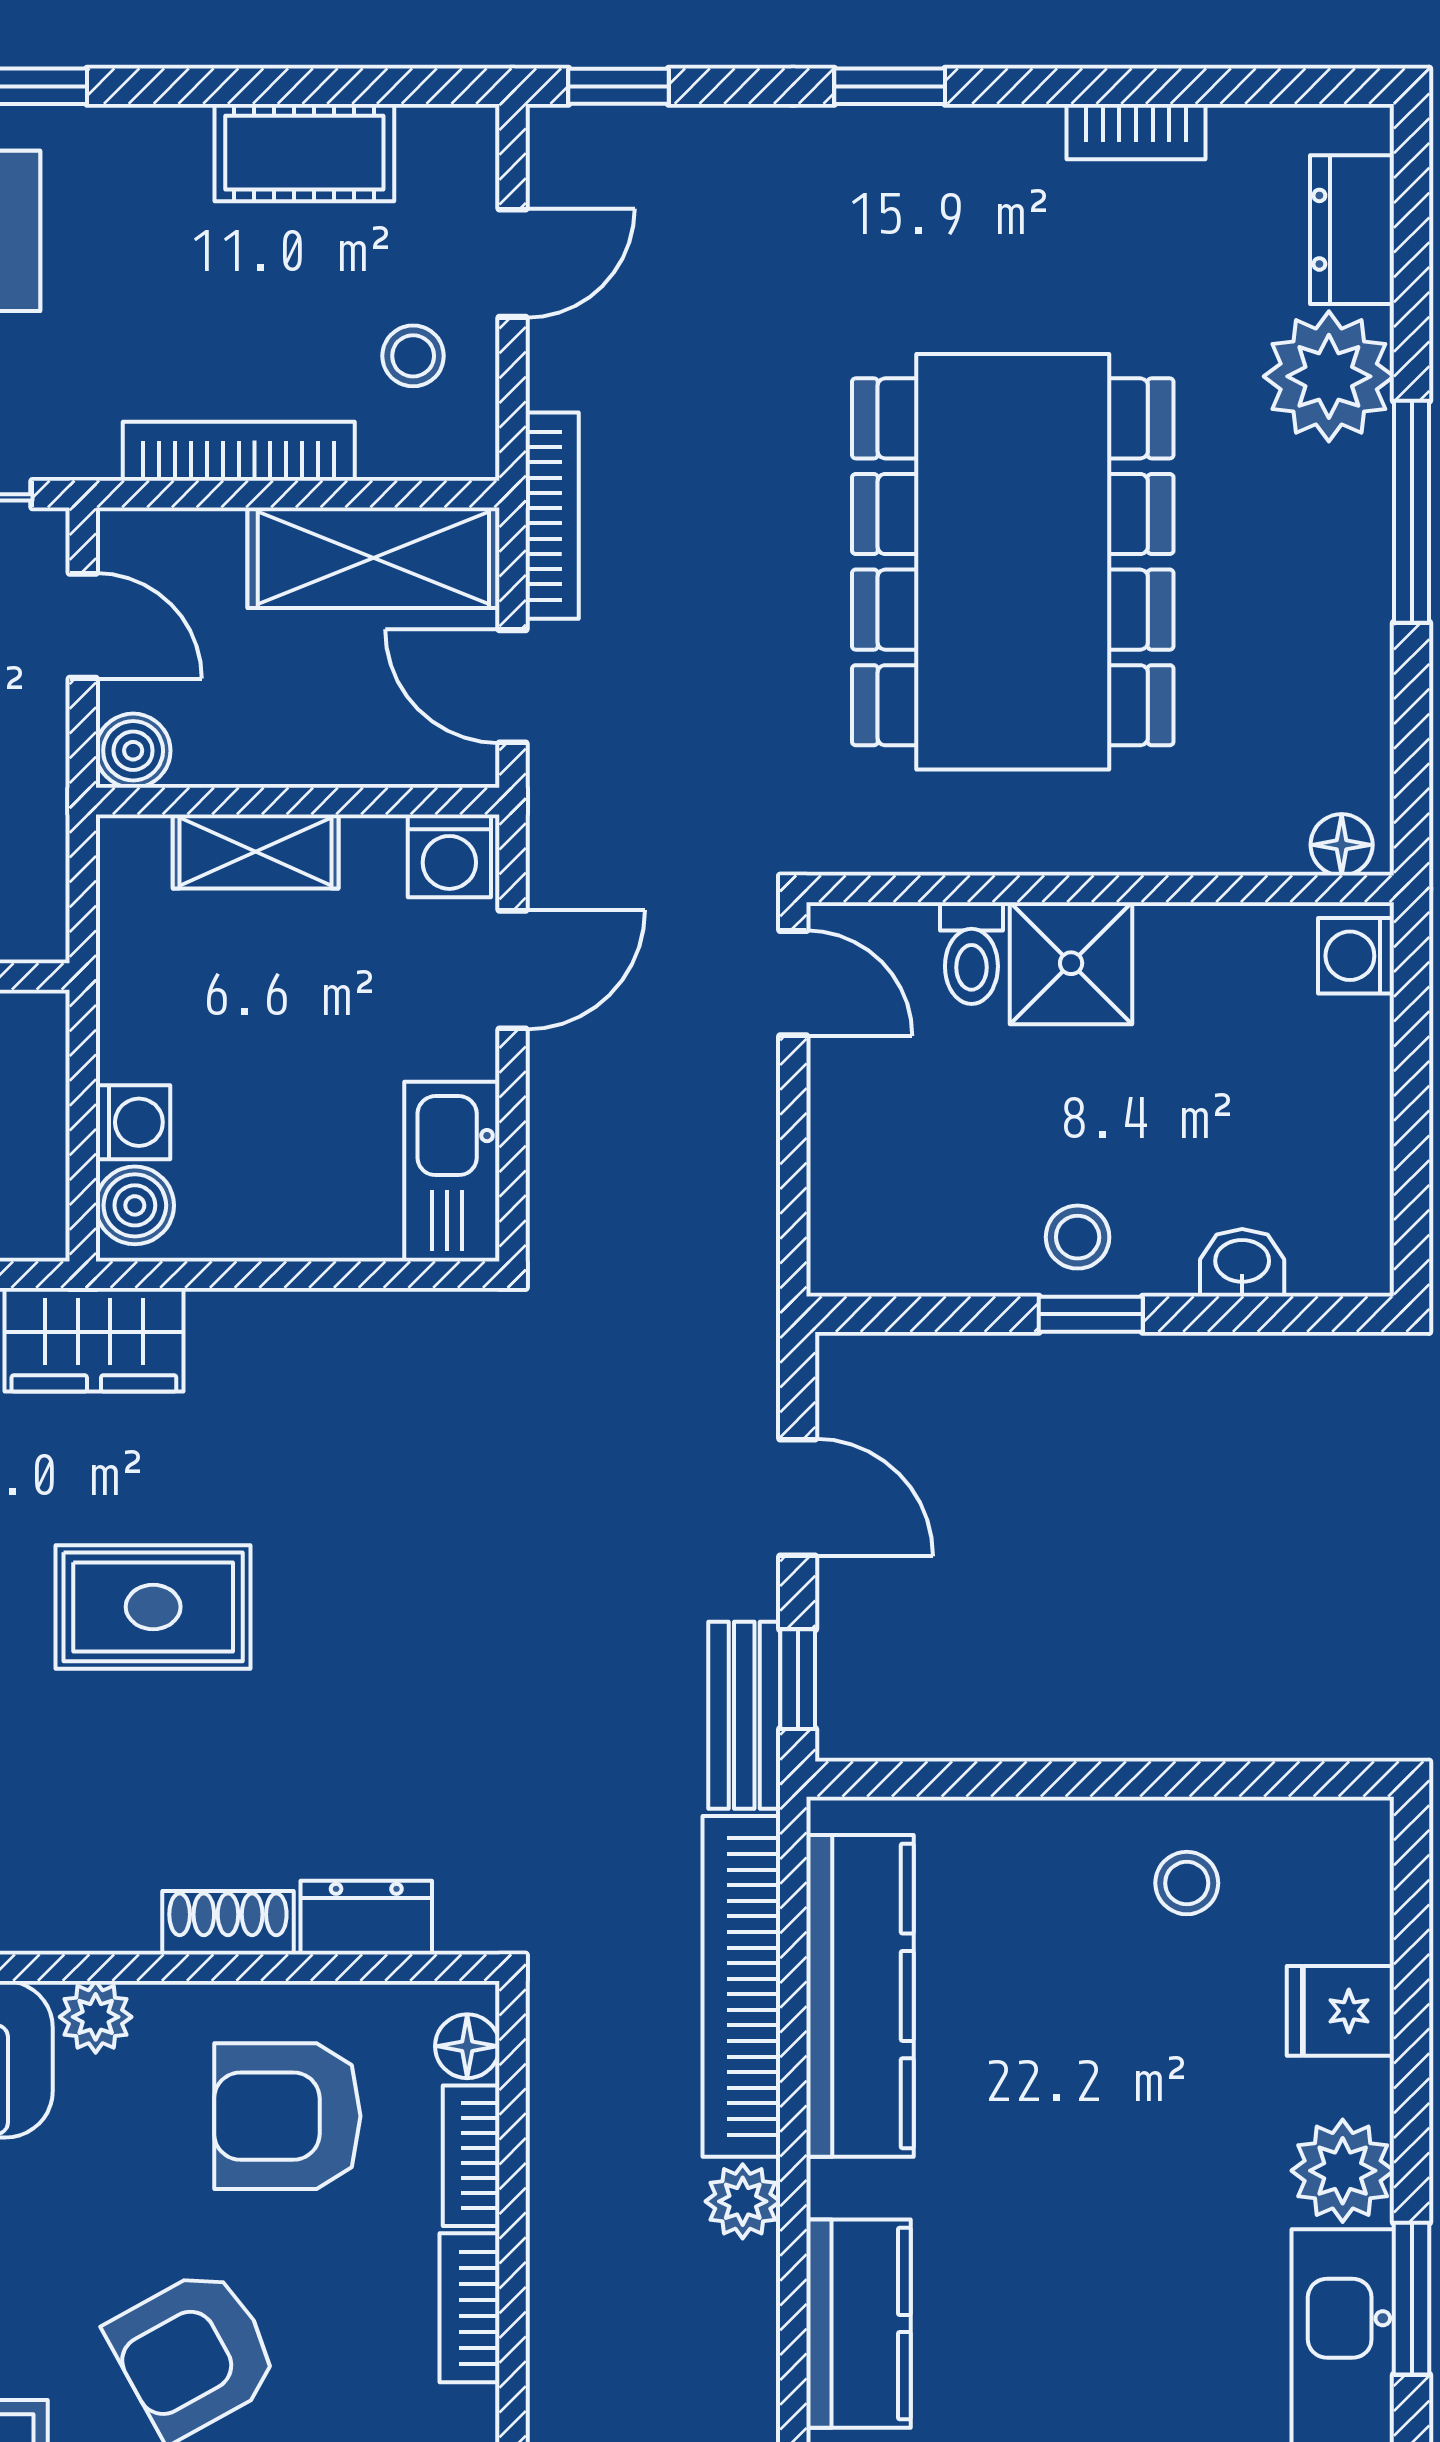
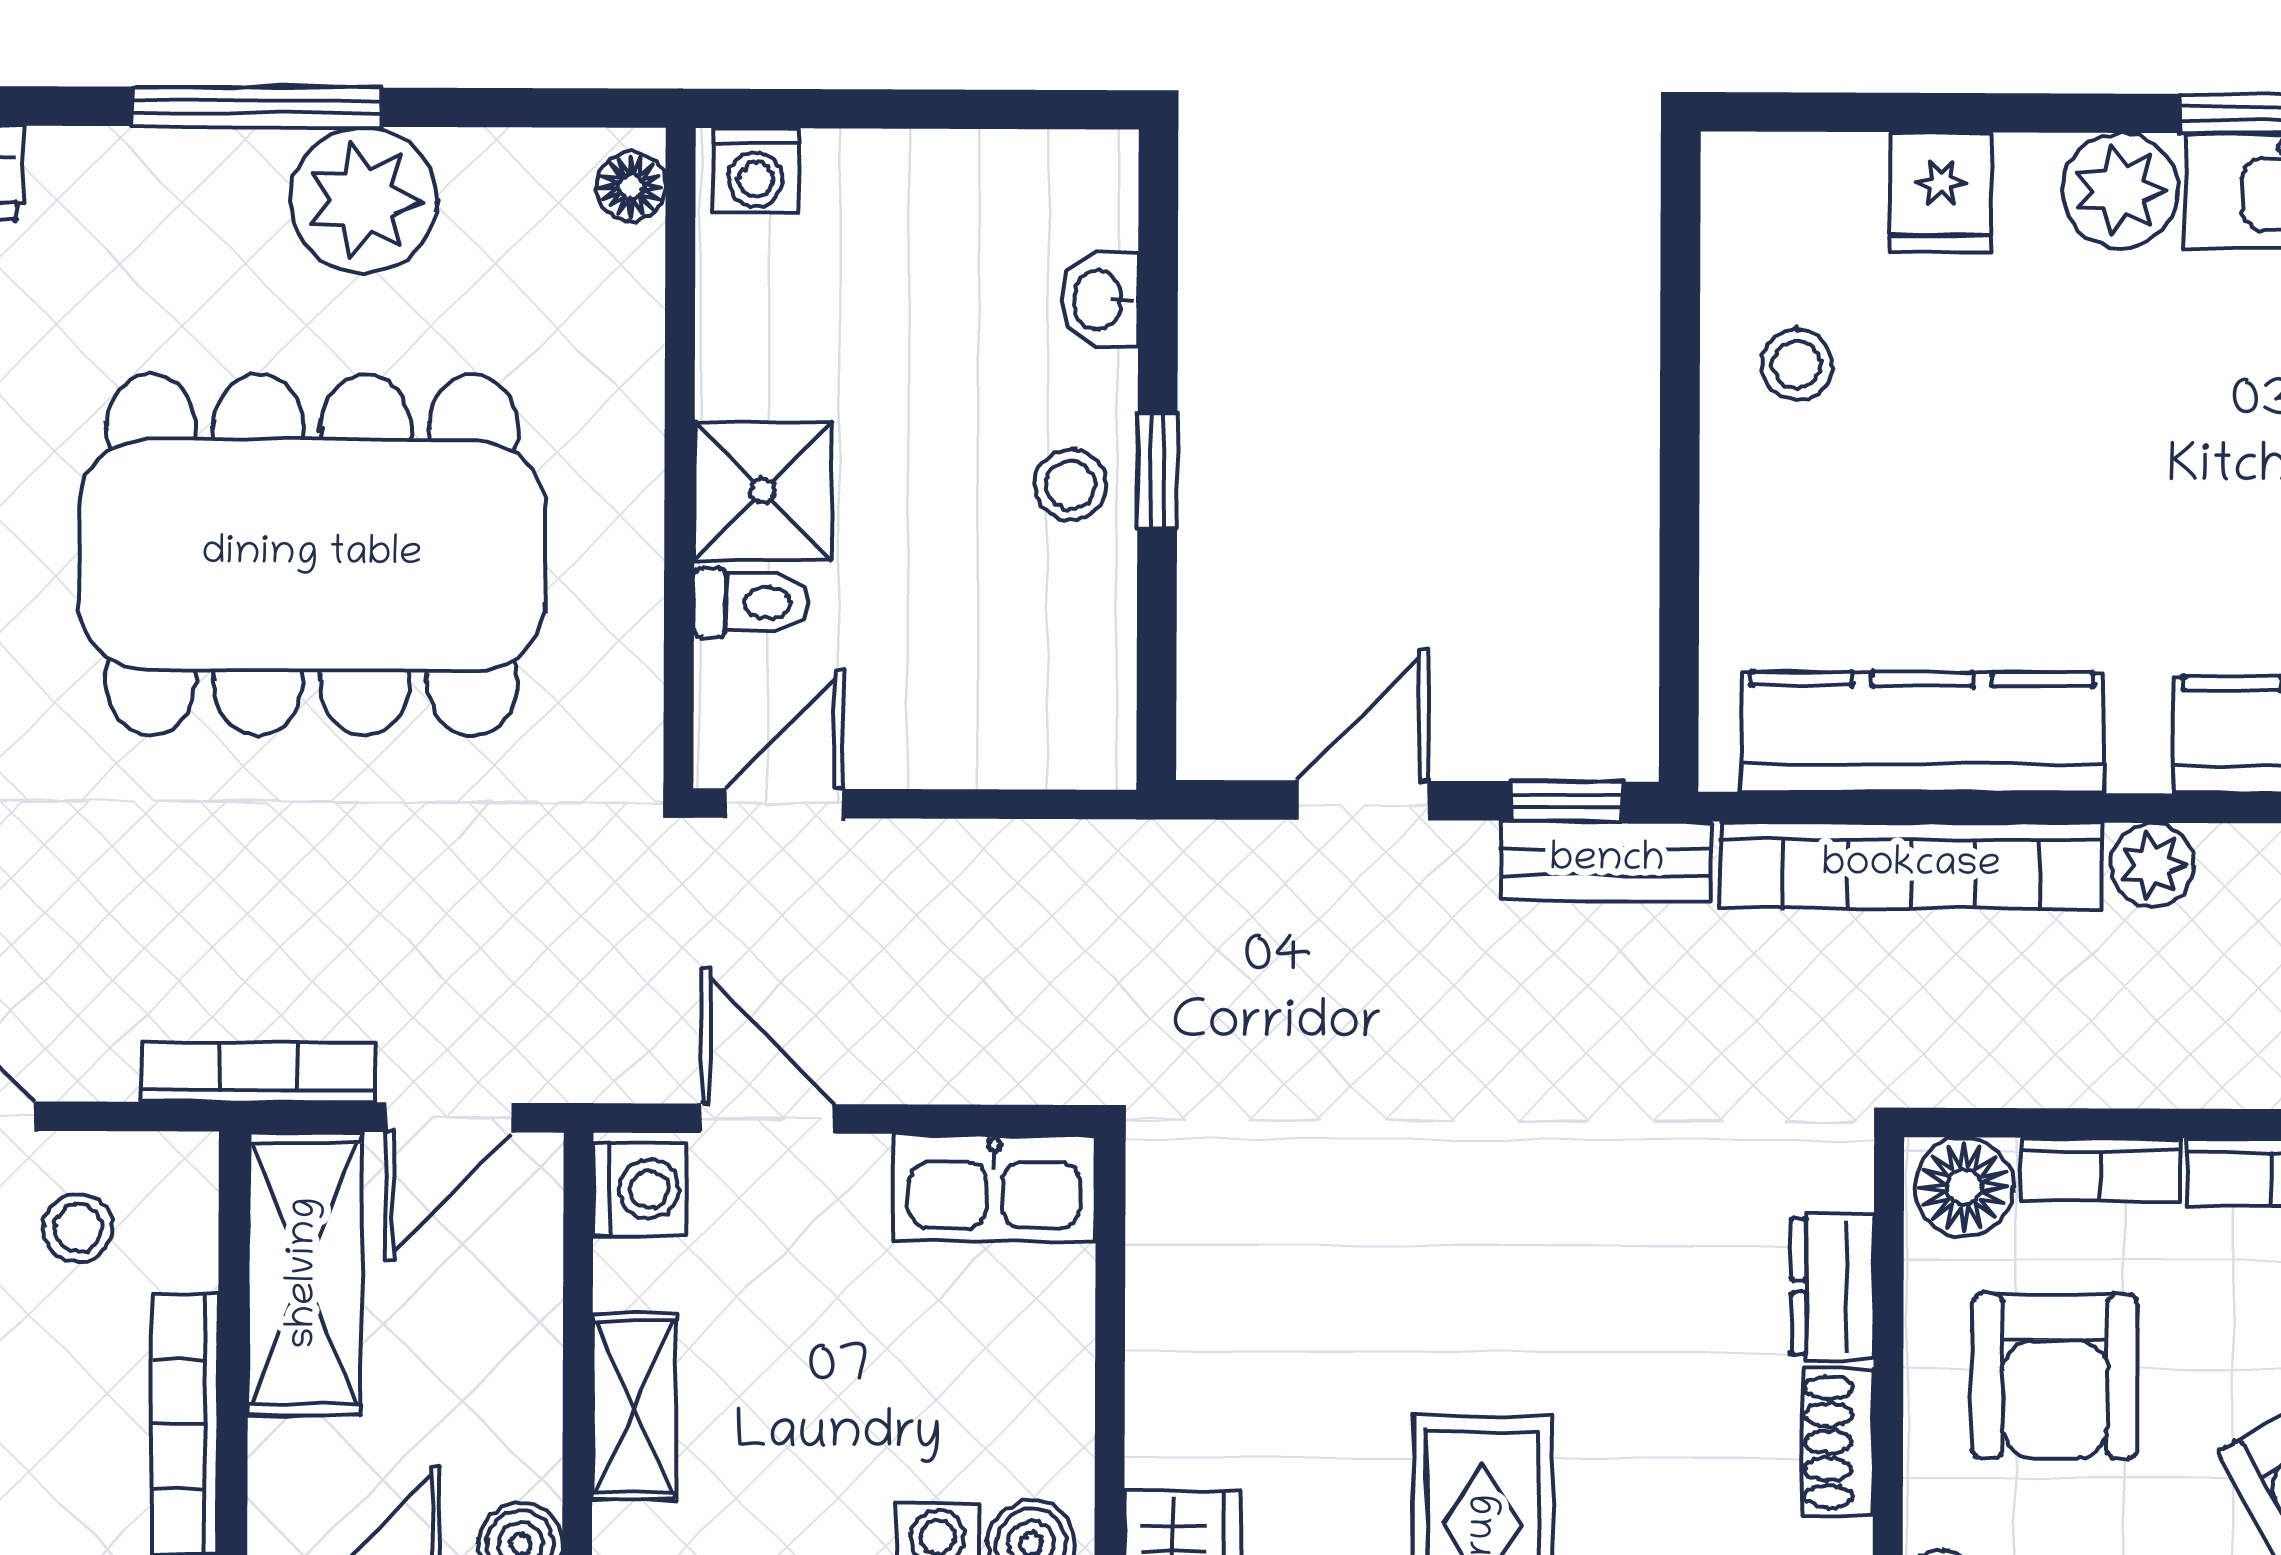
plant: (1329, 376) -> (364, 200), moved
floor lamp: (467, 2046) -> (1964, 1187), width x1.37, depth x1.37

